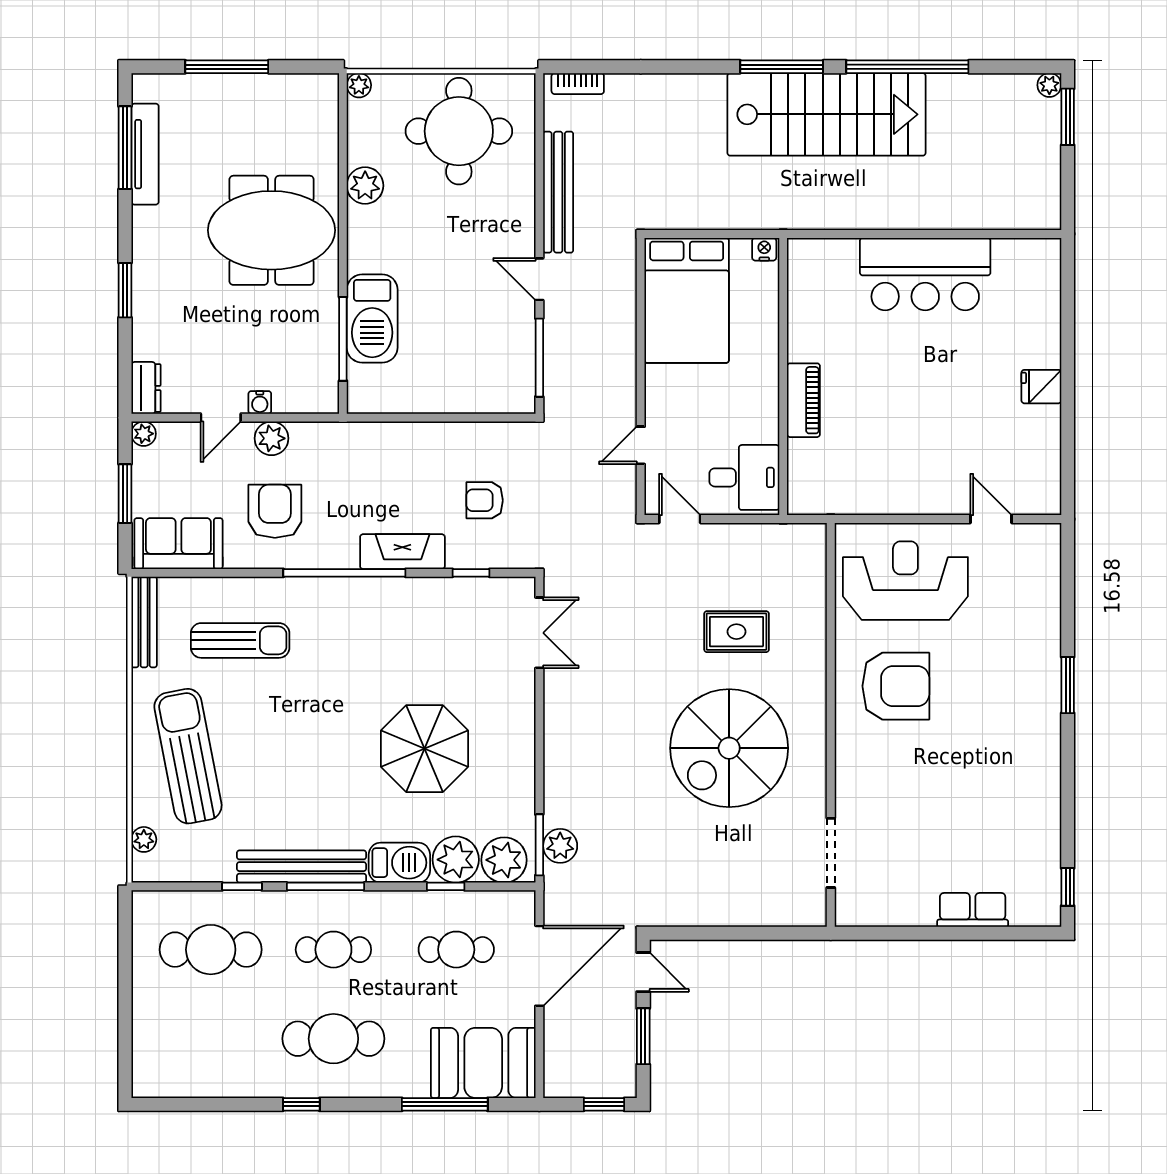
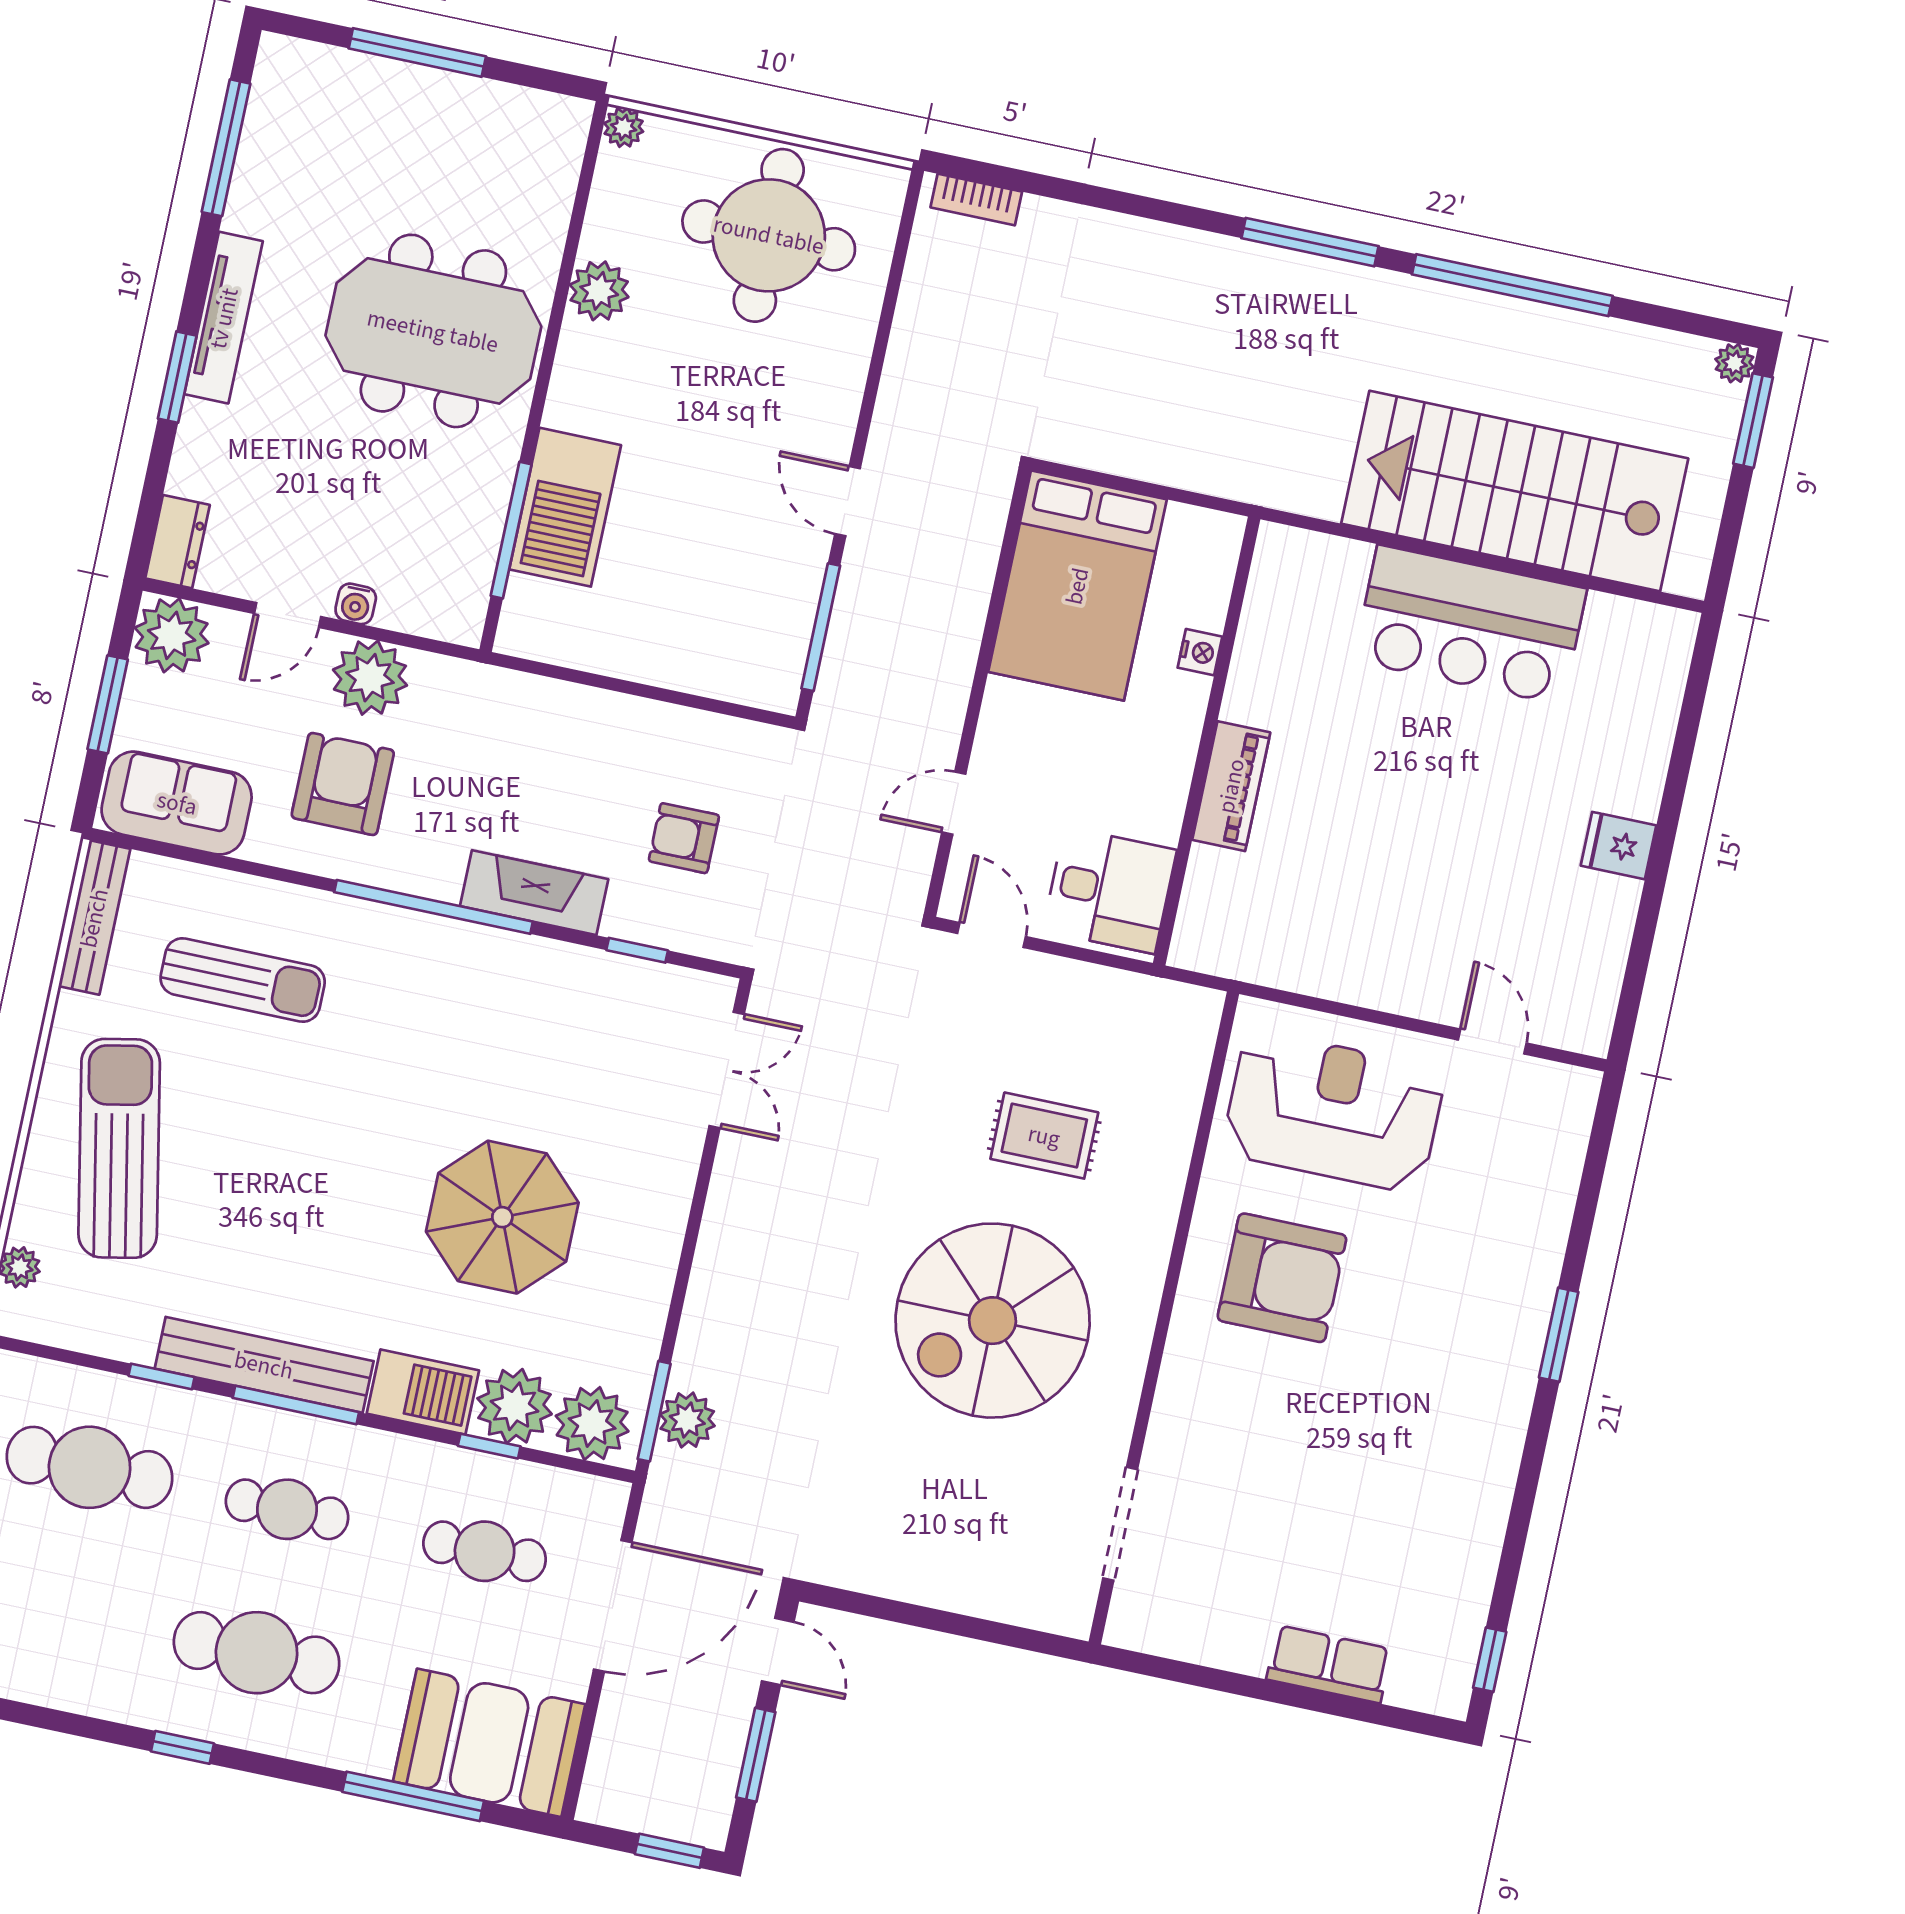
stairs: (826, 114) -> (1515, 491), moved, turned 180
tv unit: (145, 154) -> (224, 318), moved
bench: (558, 192) -> (908, 367), removed
nightstand: (764, 249) -> (1200, 652), moved, turned 90
plant: (144, 434) -> (172, 635), width x1.87, depth x1.87
plant: (271, 438) -> (370, 678), width x1.36, depth x1.36

